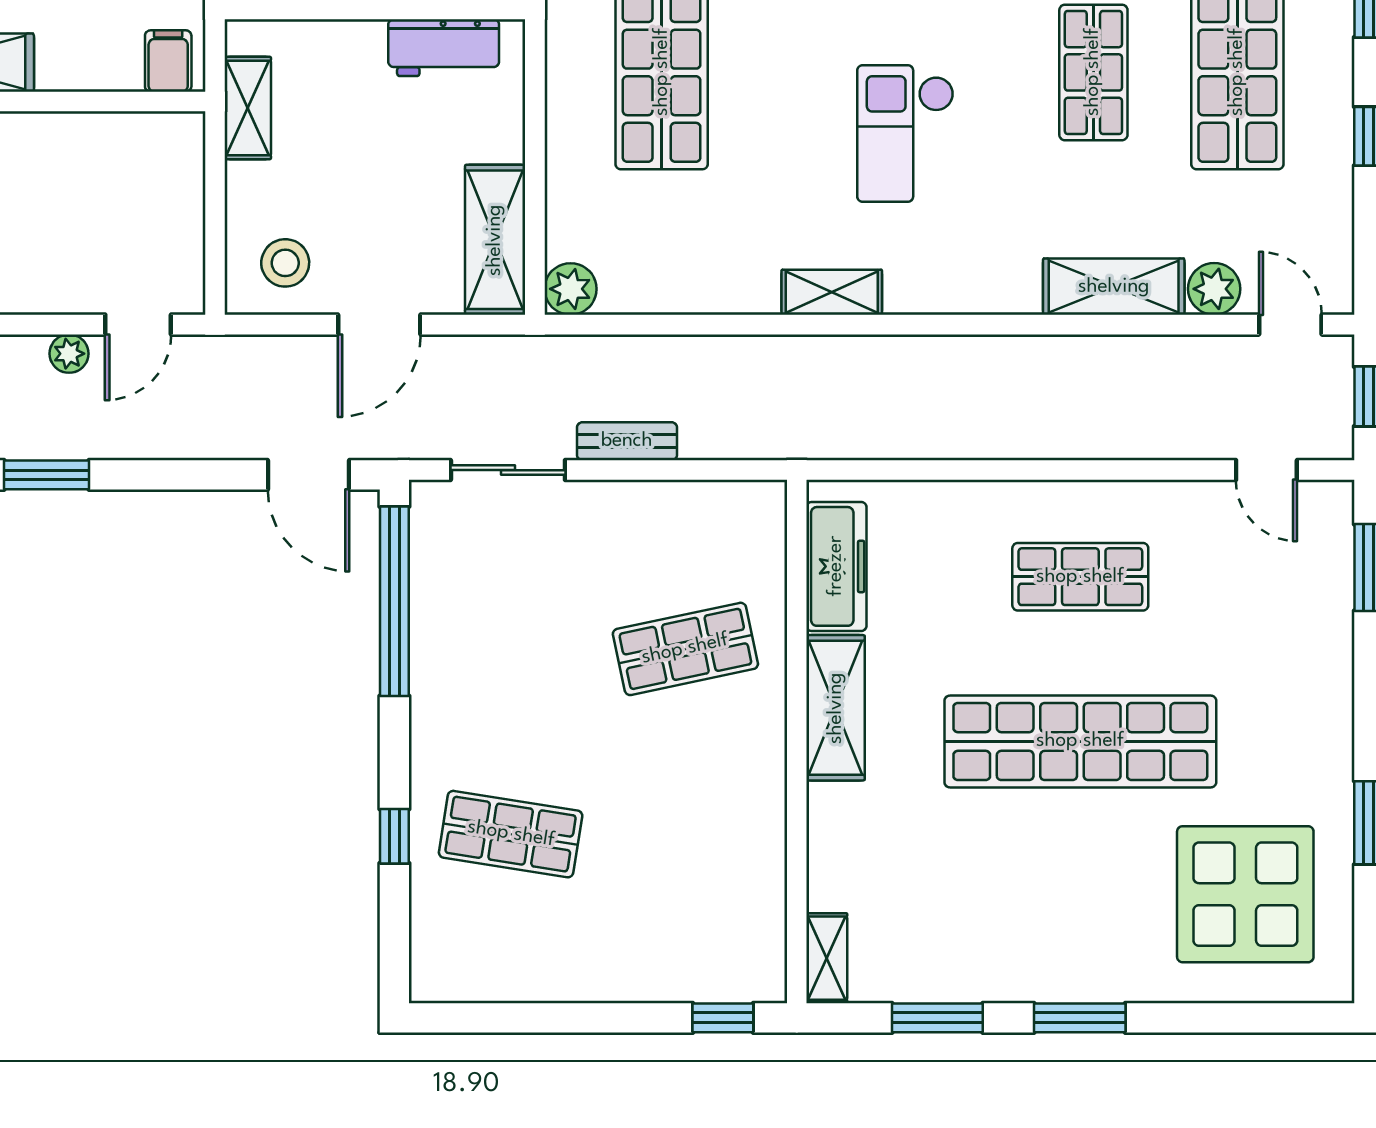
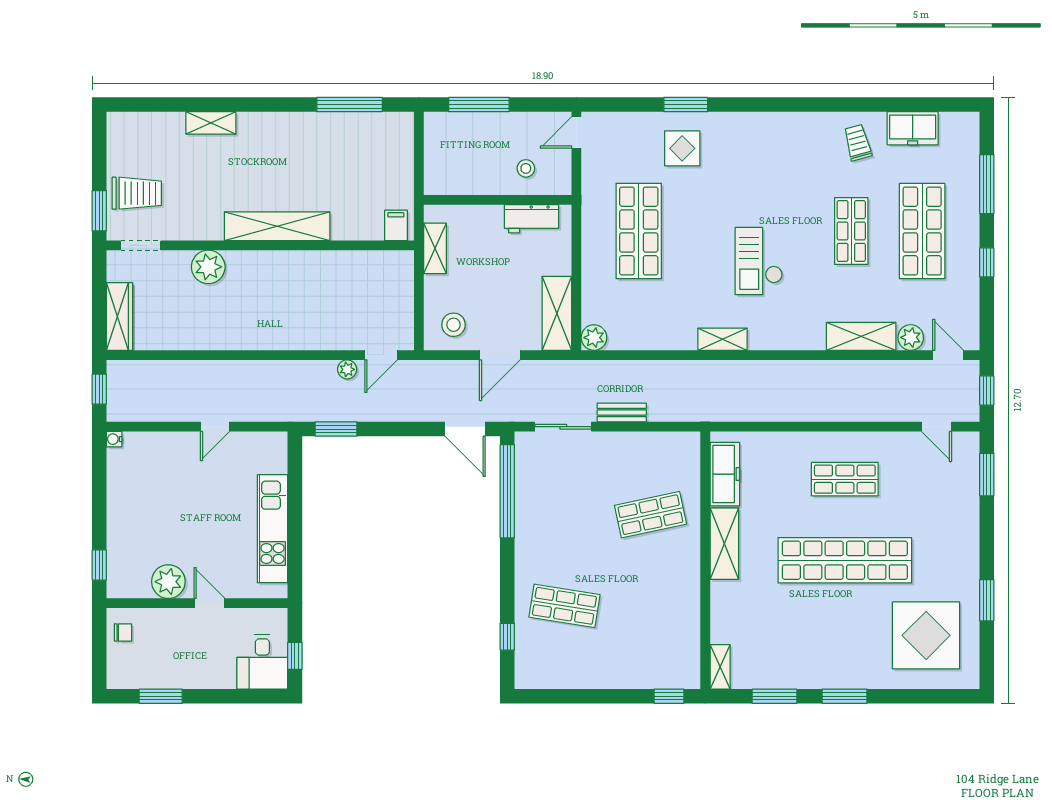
window: (394, 836) -> (507, 637), moved

